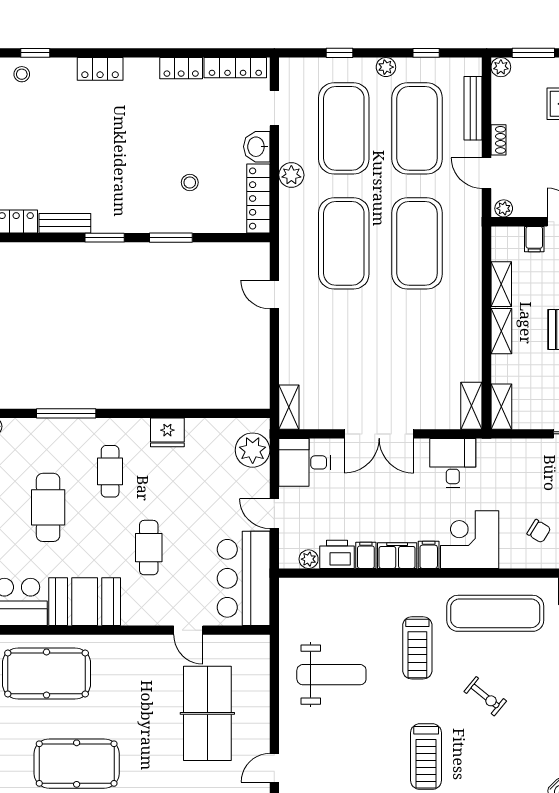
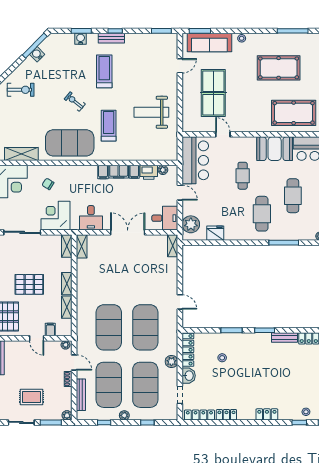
fridge: (167, 432) -> (215, 233), moved
cafe table: (110, 471) -> (262, 214), width x1.37, depth x1.35
corner desk: (470, 540) -> (56, 216), moved, turned 180
exercise mat: (495, 613) -> (70, 143), width x1.47

